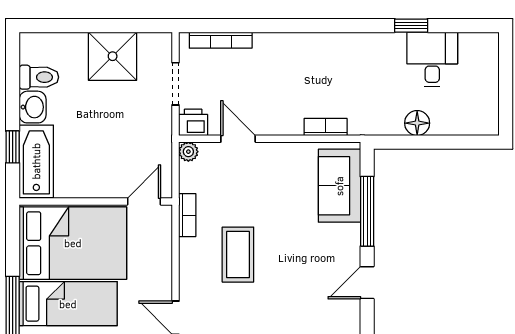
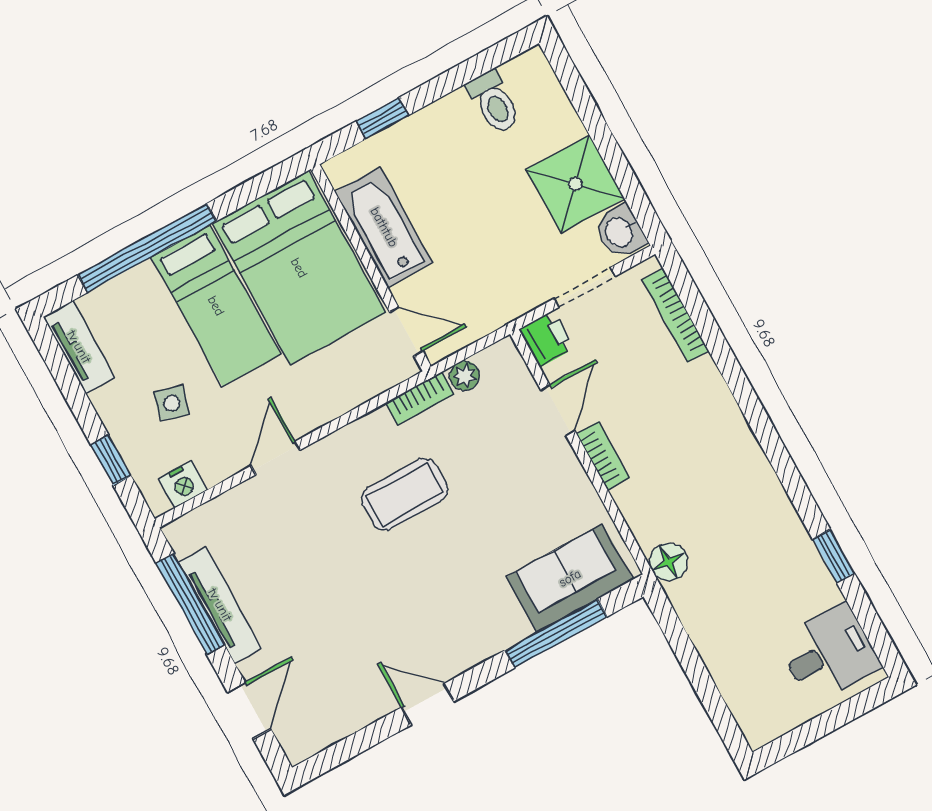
desk: (432, 59) -> (829, 653), moved
washbasin: (33, 107) -> (620, 232), moved, turned 90
floor lamp: (417, 123) -> (669, 562), moved
bookcase: (326, 127) -> (603, 456), moved
plant: (188, 152) -> (465, 376), moved
bathtub: (36, 161) -> (384, 227), moved, turned -90
door: (367, 283) -> (428, 704), moved

